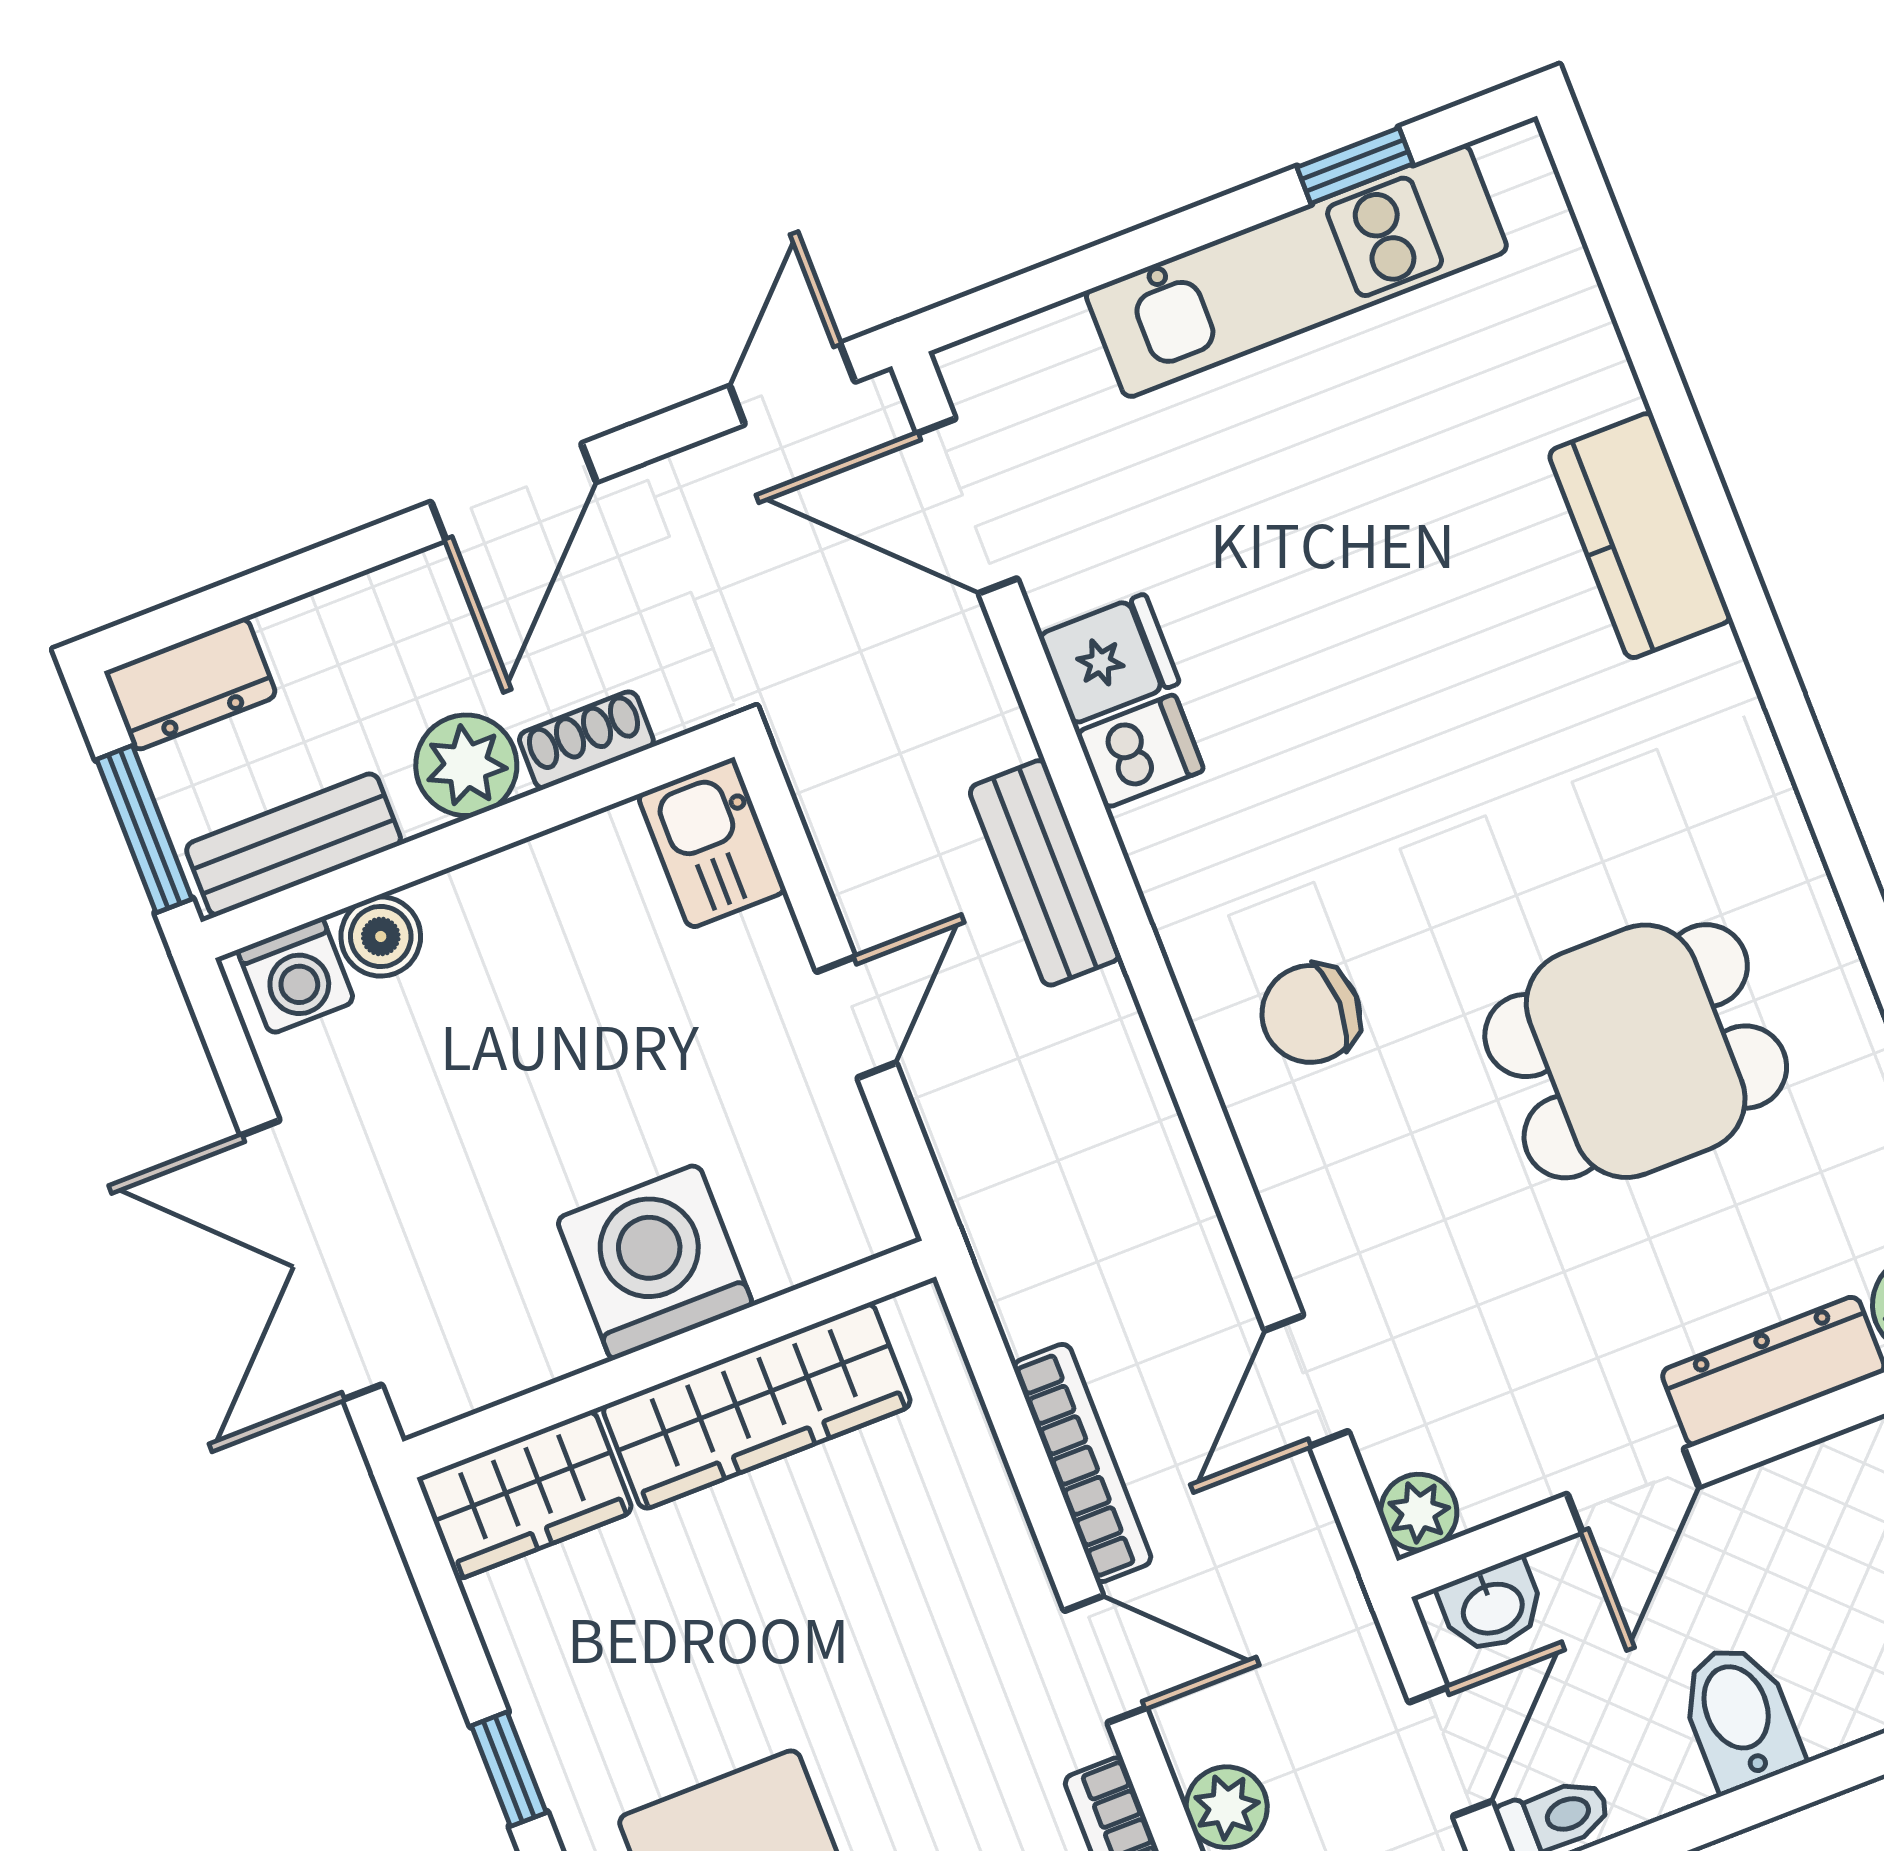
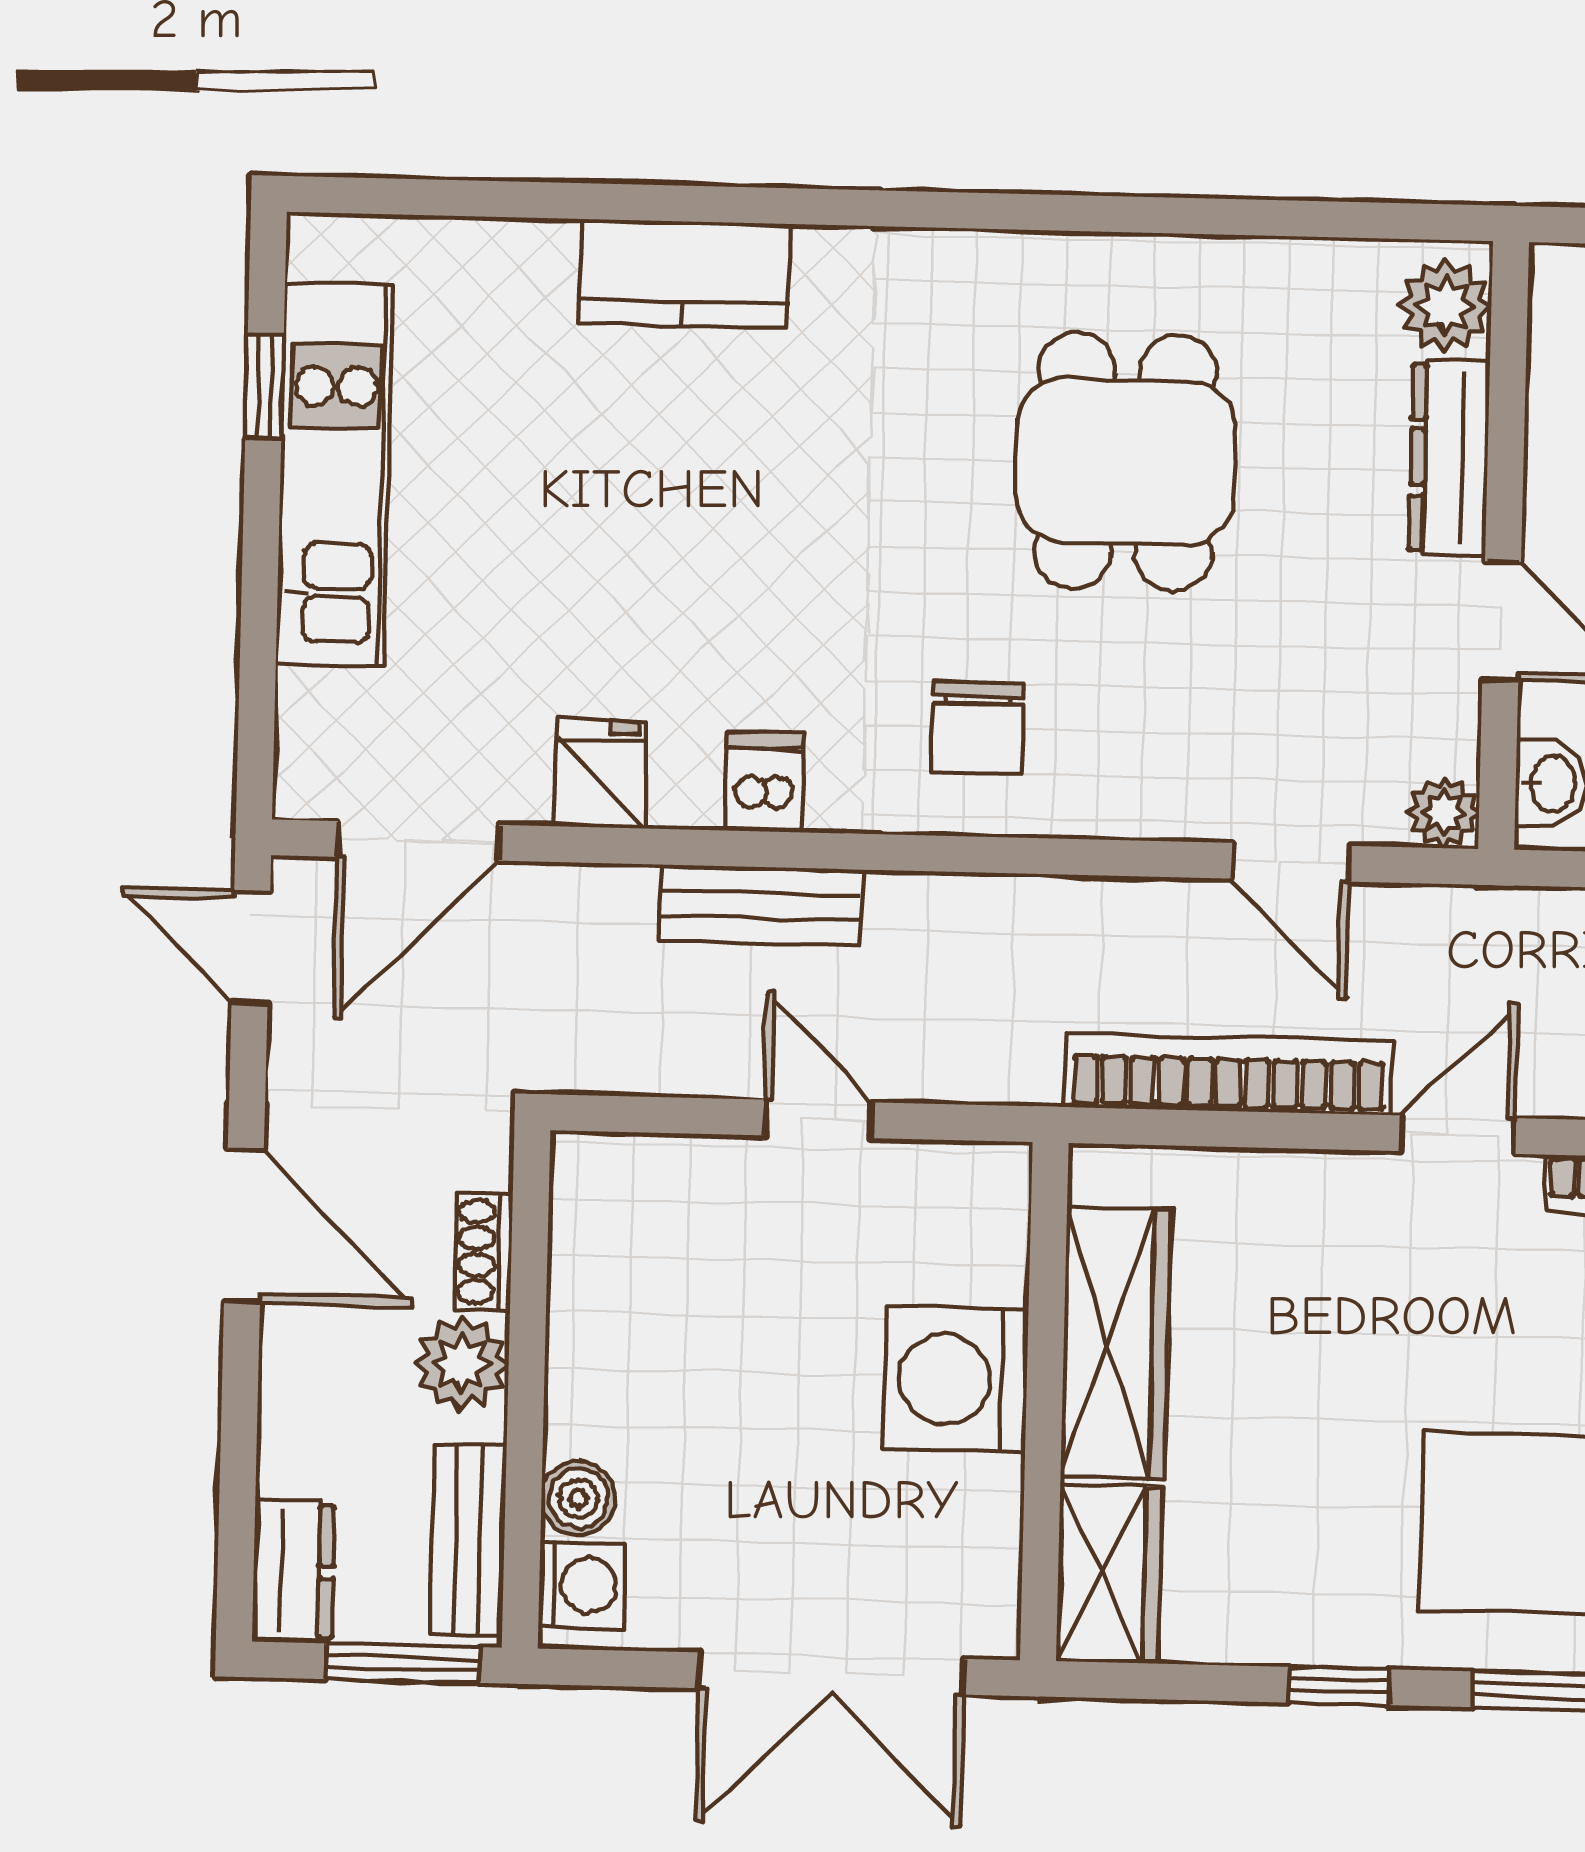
dishwasher: (1140, 751) -> (765, 782), moved
kitchen sink: (712, 843) -> (616, 1181), removed
bookcase: (1082, 1463) -> (1228, 1074), width x1.48, depth x1.31

